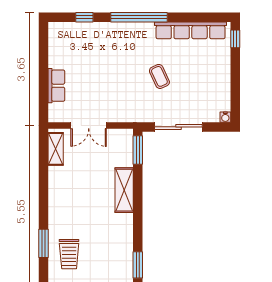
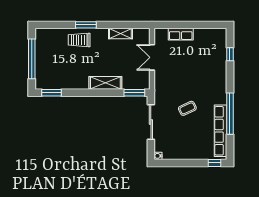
window: (139, 17) -> (230, 114), moved
shelving: (56, 149) -> (120, 34), moved
window: (44, 243) -> (86, 25), moved
trolley: (69, 254) -> (79, 40), moved

